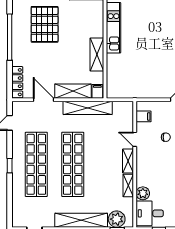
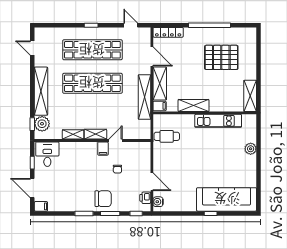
cafe table: (130, 84) -> (167, 136), added
door: (44, 100) -> (152, 57), hinge flipped
filing cabinet: (144, 116) -> (103, 149), moved
plant: (143, 193) -> (66, 148), removed

